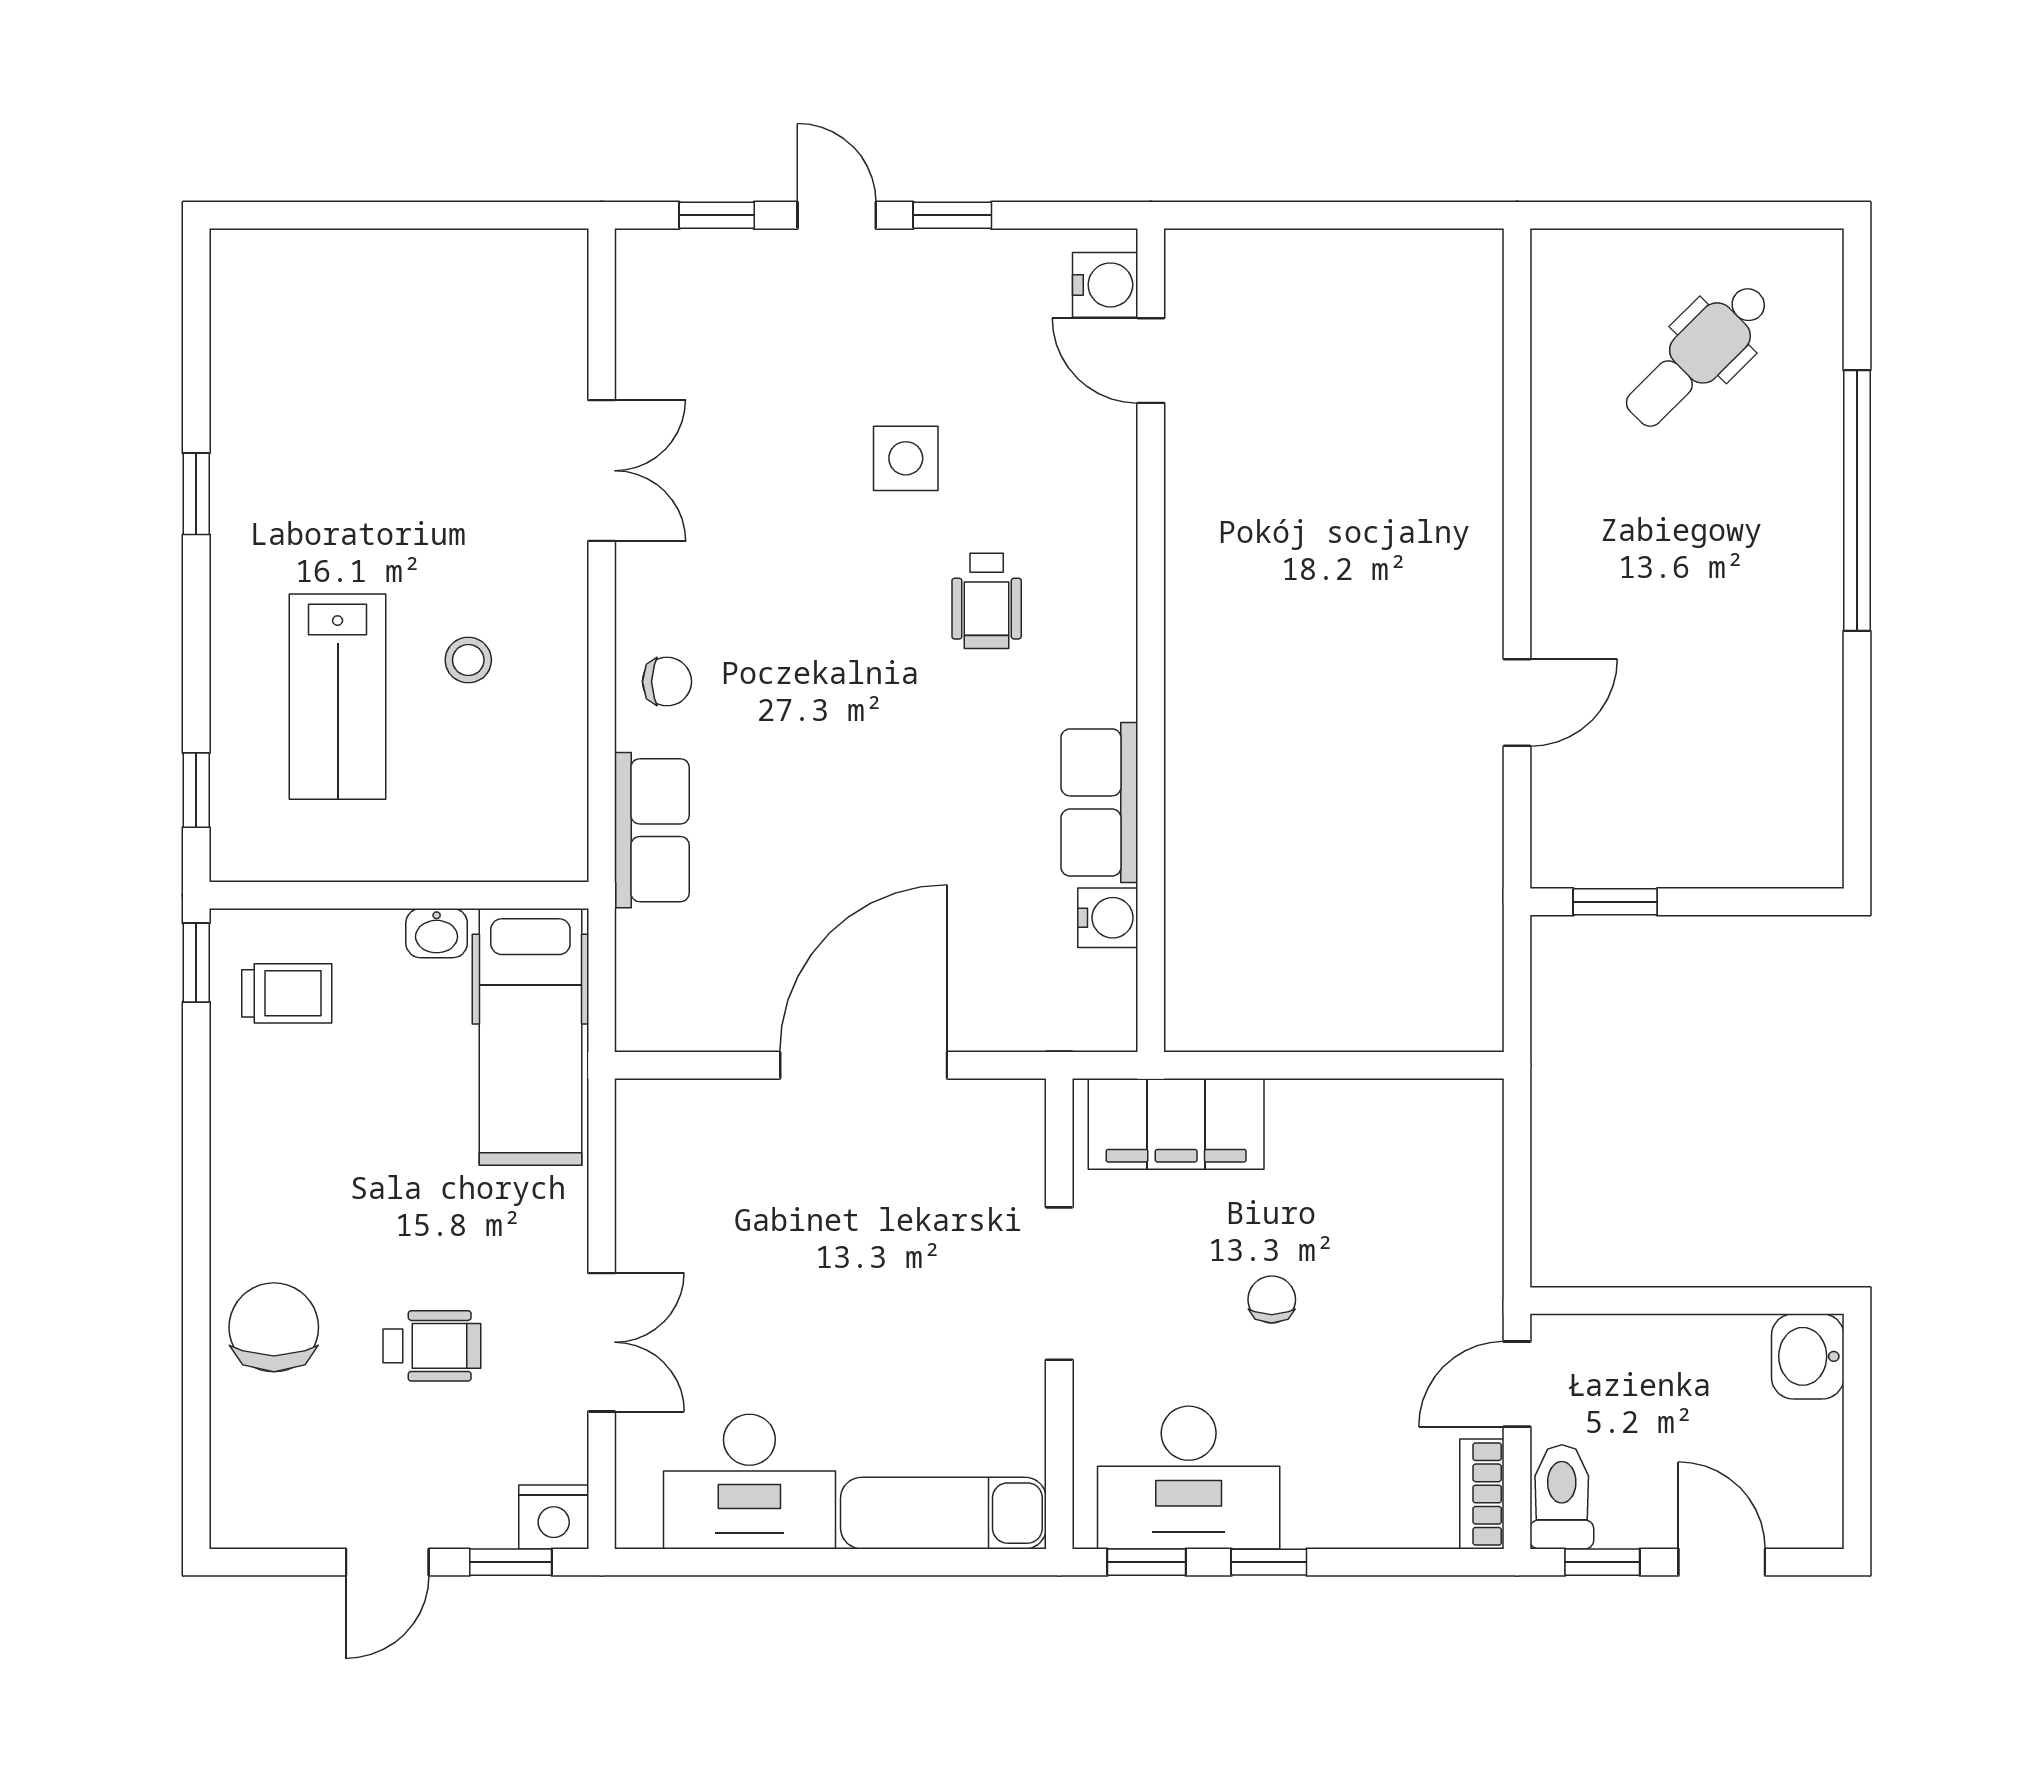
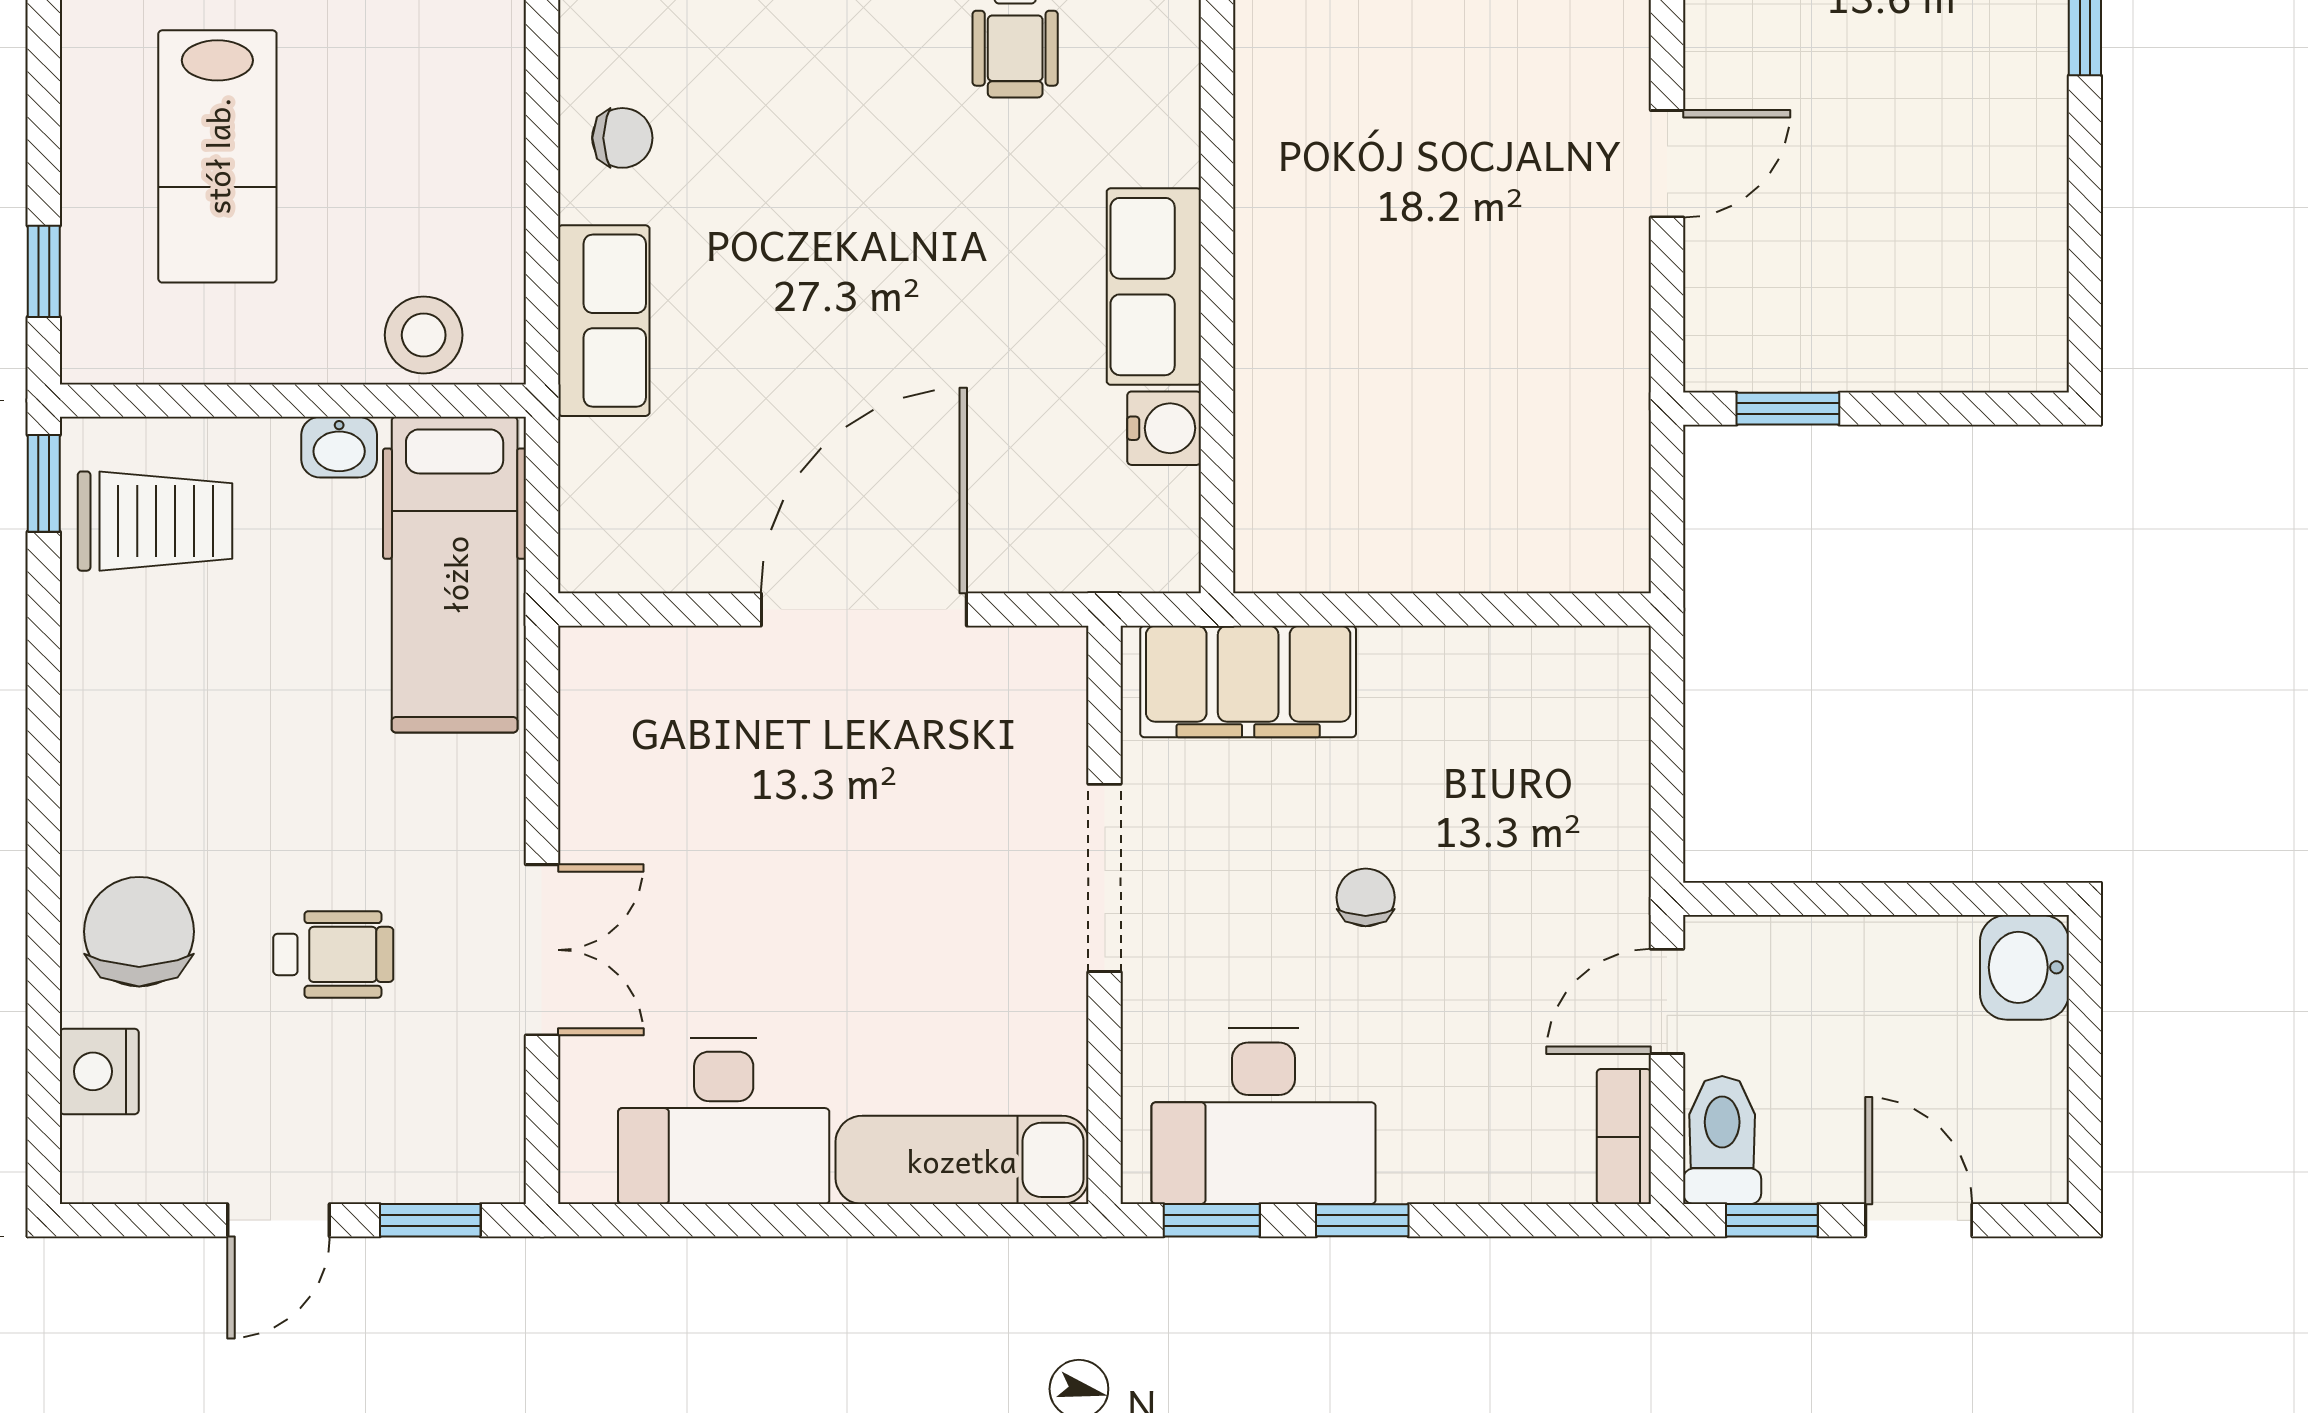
stool: (468, 660) -> (424, 335), moved, width x1.37, depth x1.37
trolley: (287, 993) -> (155, 521), width x1.36, depth x1.39
nightstand: (554, 1517) -> (99, 1071), moved, turned 90

